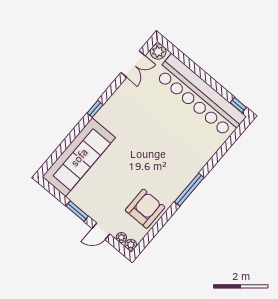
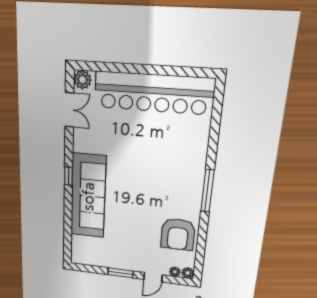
window: (238, 105) -> (199, 72), removed
sofa: (79, 157) -> (88, 196), moved
armchair: (145, 209) -> (178, 234), turned 180

